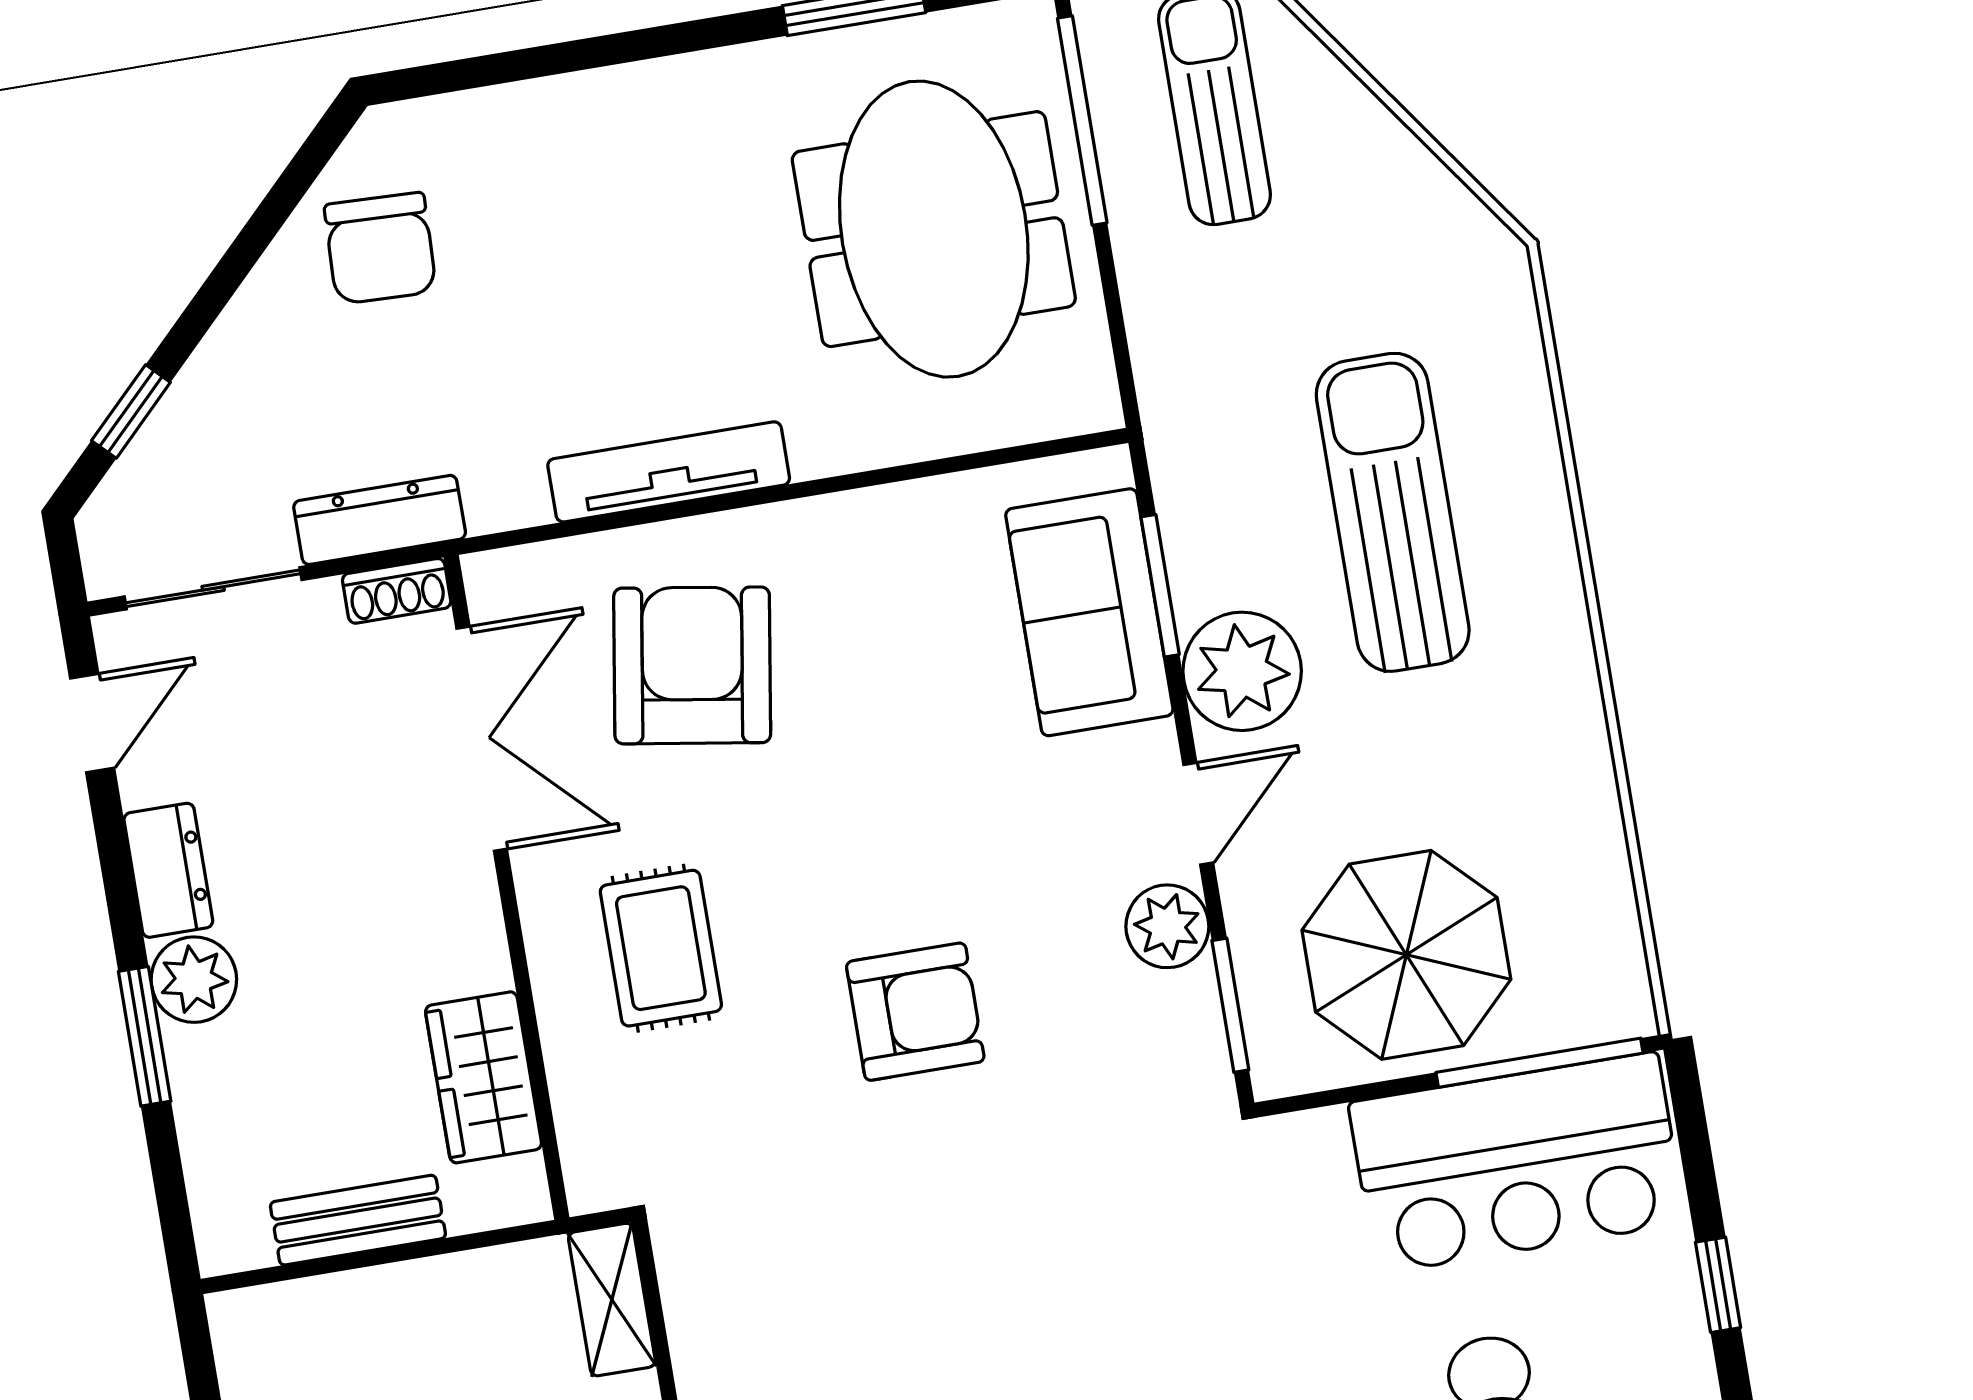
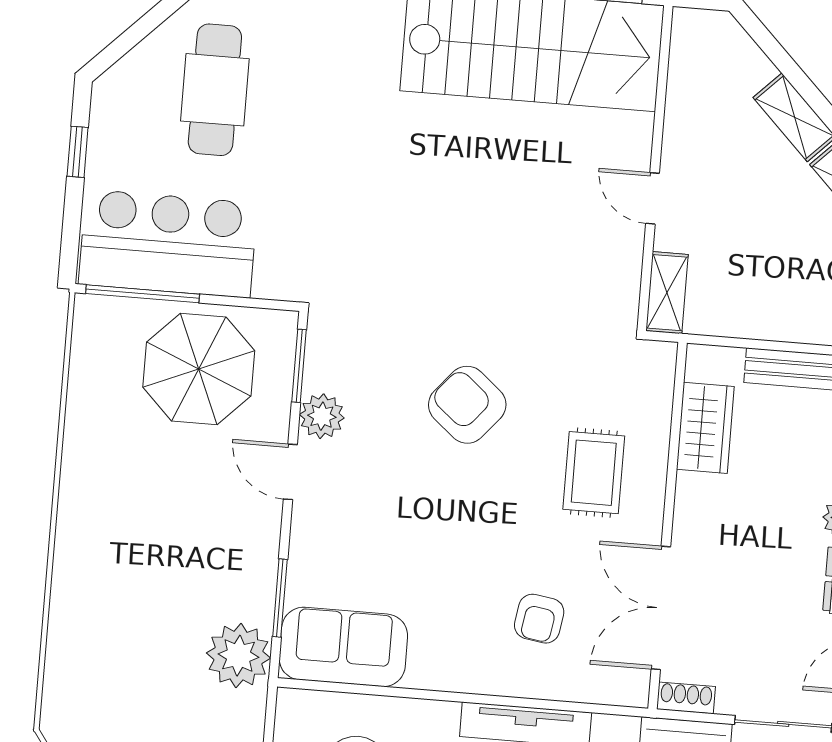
sun lounger: (1393, 512) -> (147, 606), removed
sofa: (1089, 612) -> (343, 647), moved, turned -90
armchair: (692, 665) -> (539, 619), width x0.53, depth x0.53
plant: (1242, 671) -> (238, 656), moved
door: (1198, 814) -> (290, 472), hinge flipped
armchair: (915, 1012) -> (467, 405), turned 40

